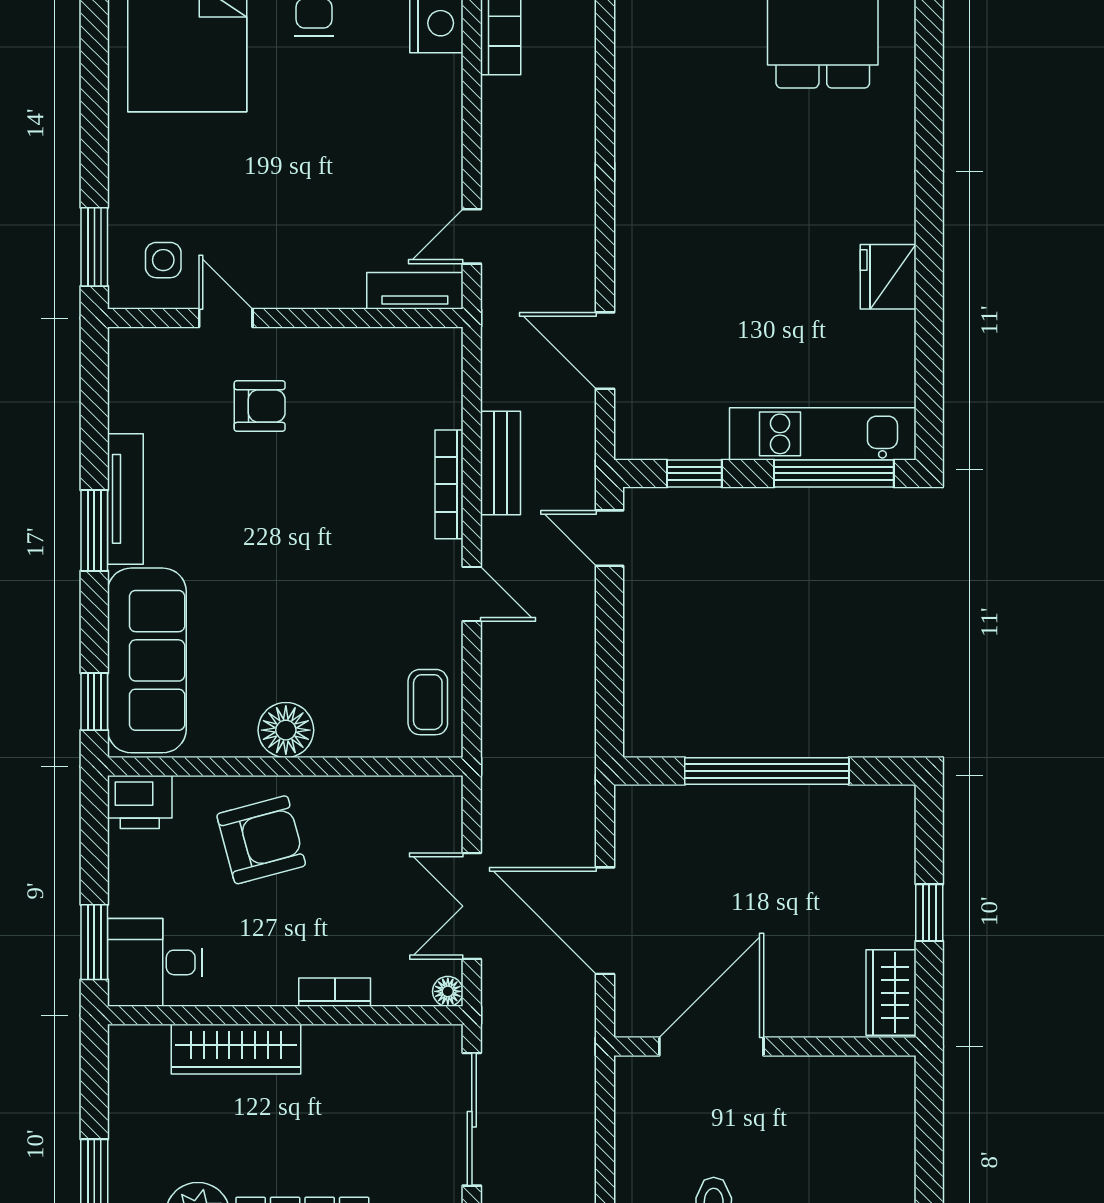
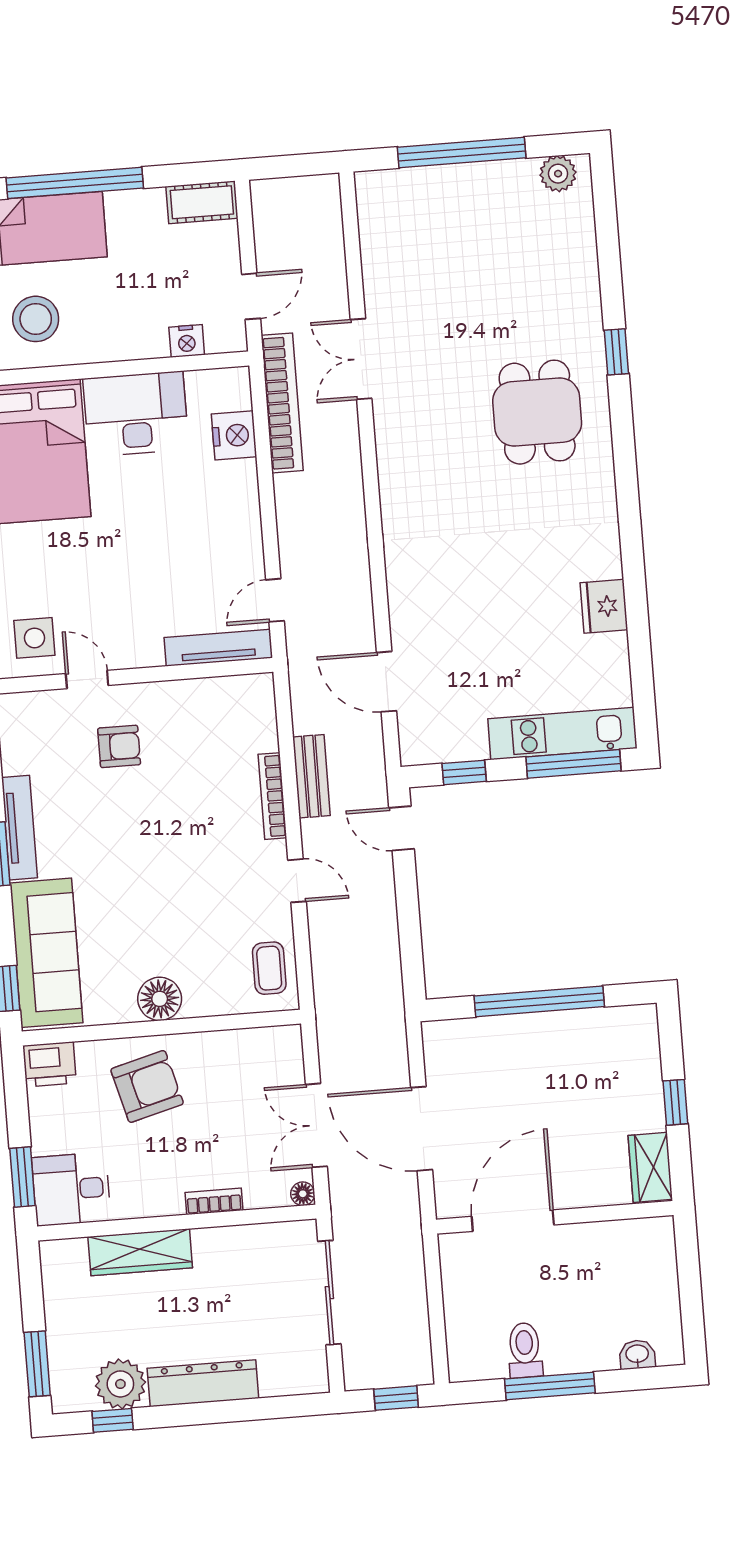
side table: (163, 260) -> (34, 638), width x1.37, depth x1.37
tv unit: (415, 291) -> (218, 648), width x1.41

